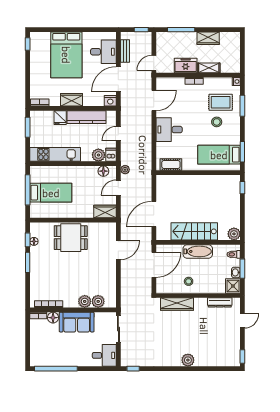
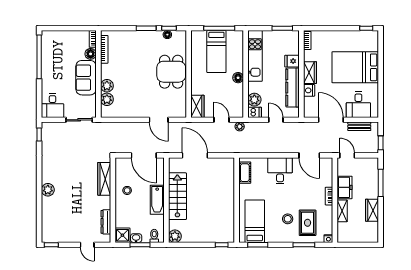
nightstand: (110, 101) -> (309, 90), moved
floor lamp: (103, 171) -> (238, 78), moved

